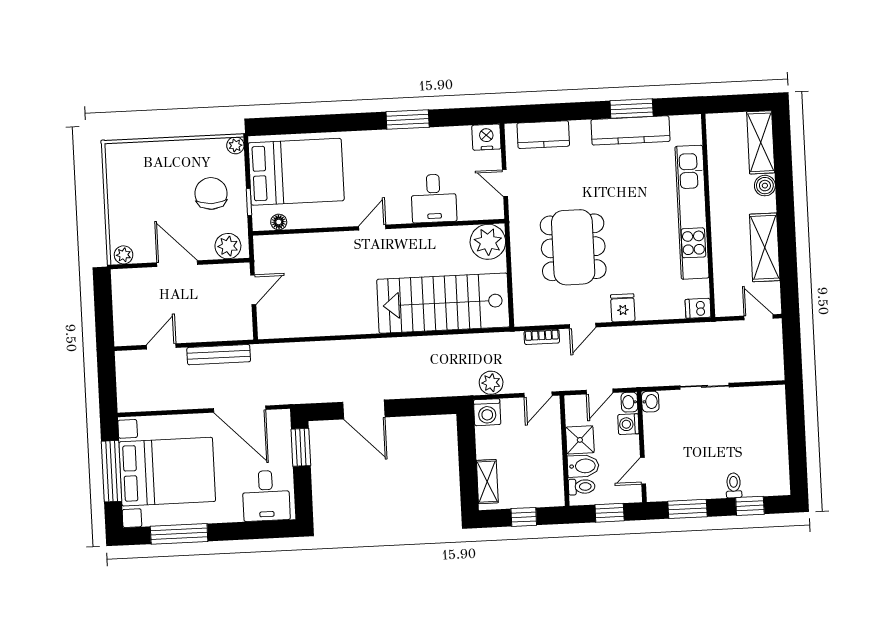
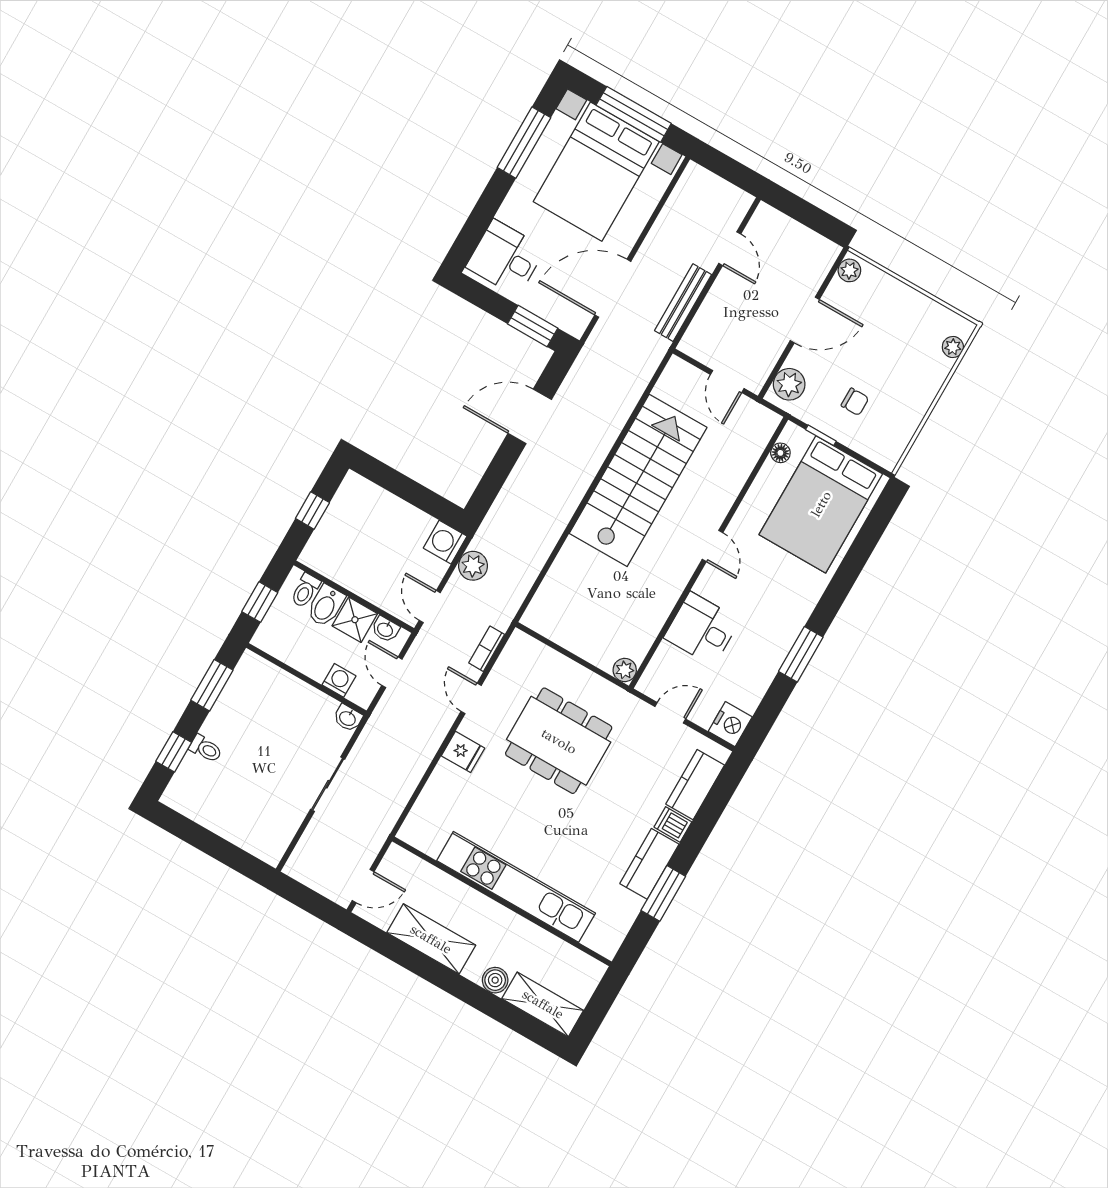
kitchen counter: (631, 130) -> (649, 864), width x0.67
plant: (235, 145) -> (953, 347), moved
chair: (211, 193) -> (855, 402), width x0.54, depth x0.54
plant: (488, 242) -> (625, 670), width x0.53, depth x0.53
stairs: (443, 303) -> (638, 480), moved
dishwasher: (698, 308) -> (673, 824), moved, turned -90
washbasin: (629, 402) -> (385, 629), moved, turned 180
door: (643, 471) -> (281, 665), removed
shelving: (487, 482) -> (373, 496), removed

